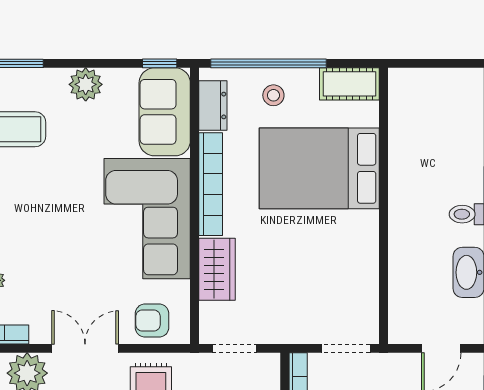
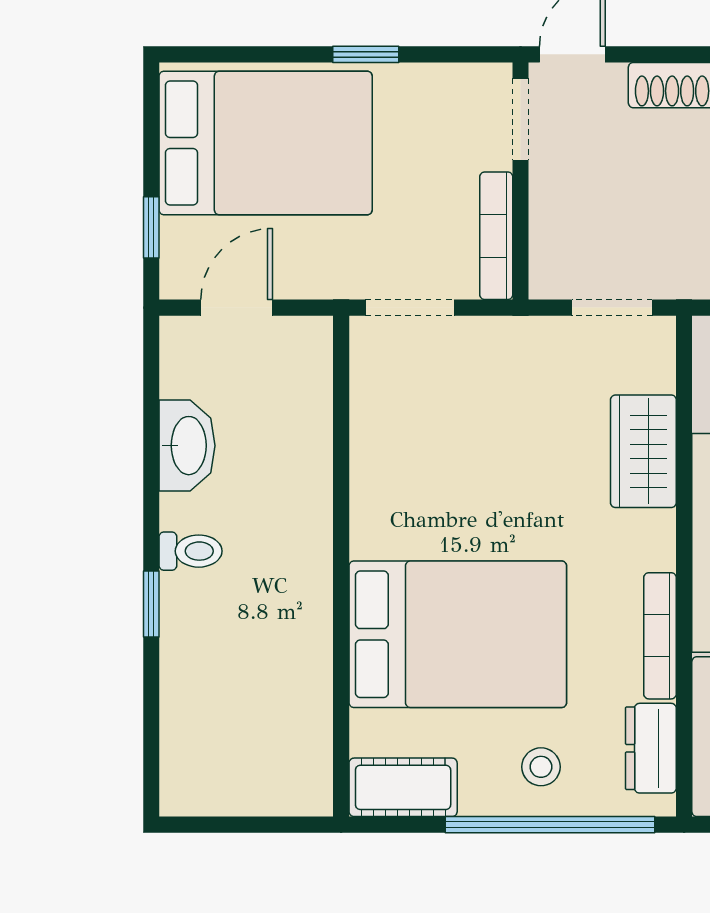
bookcase: (211, 184) -> (660, 636), width x0.68, depth x0.76

